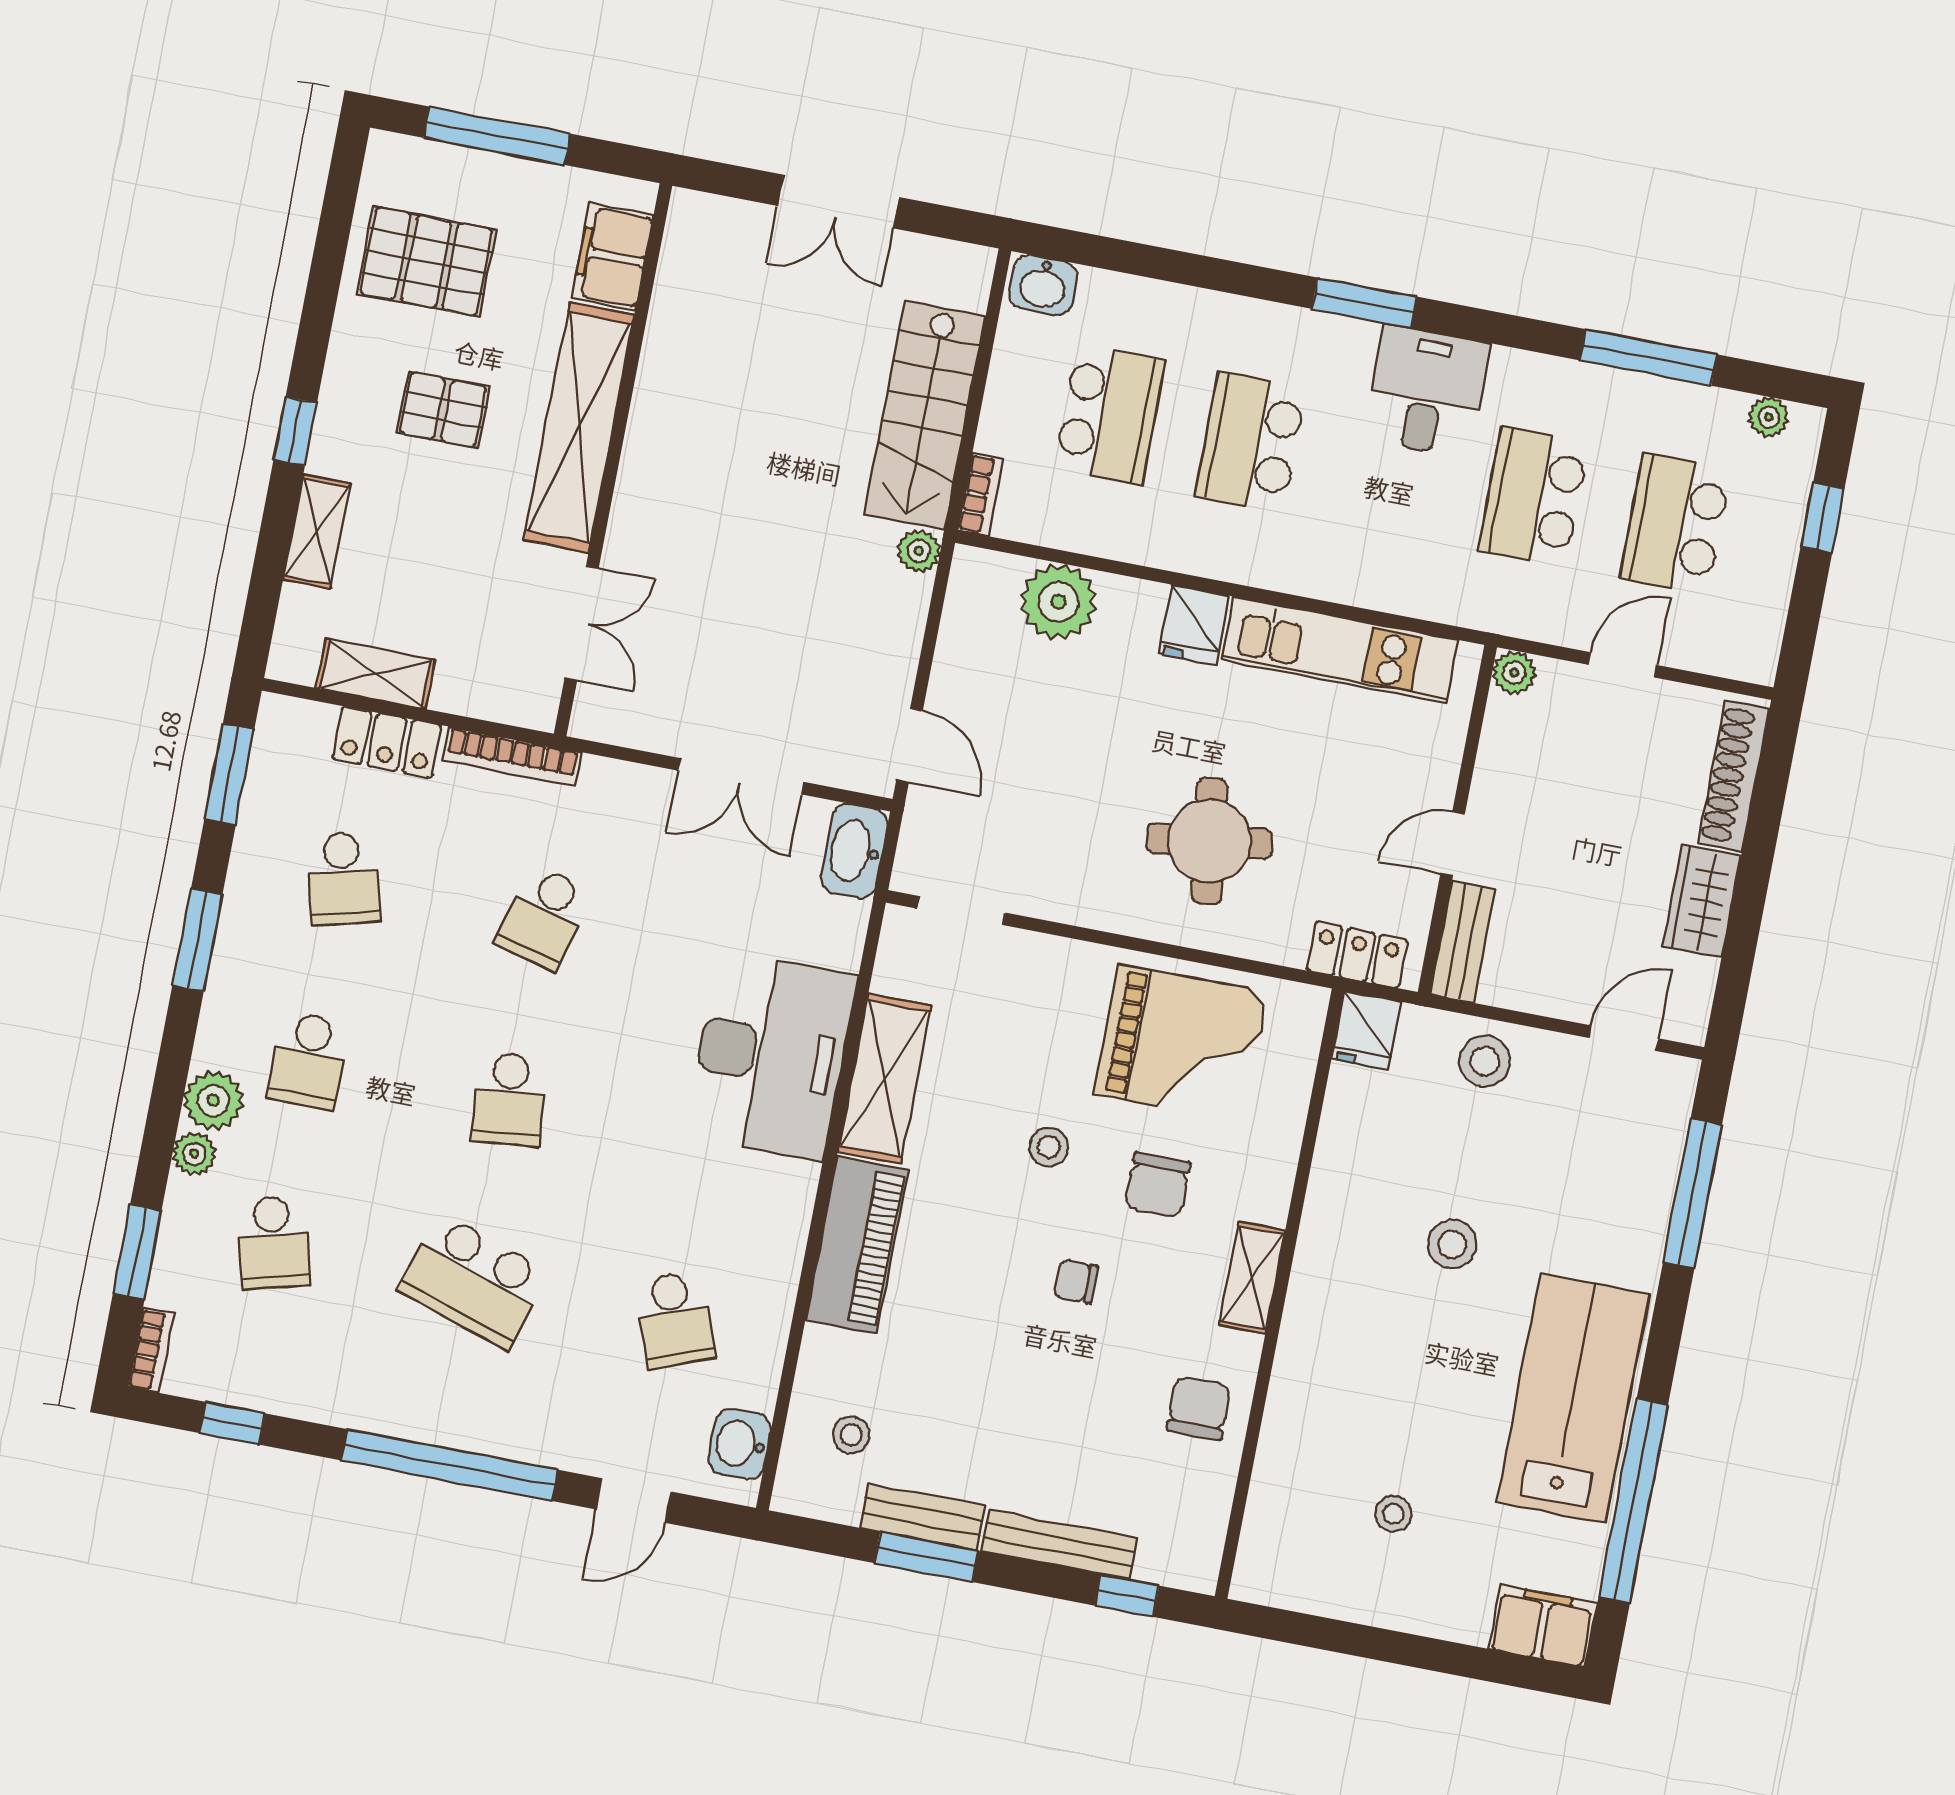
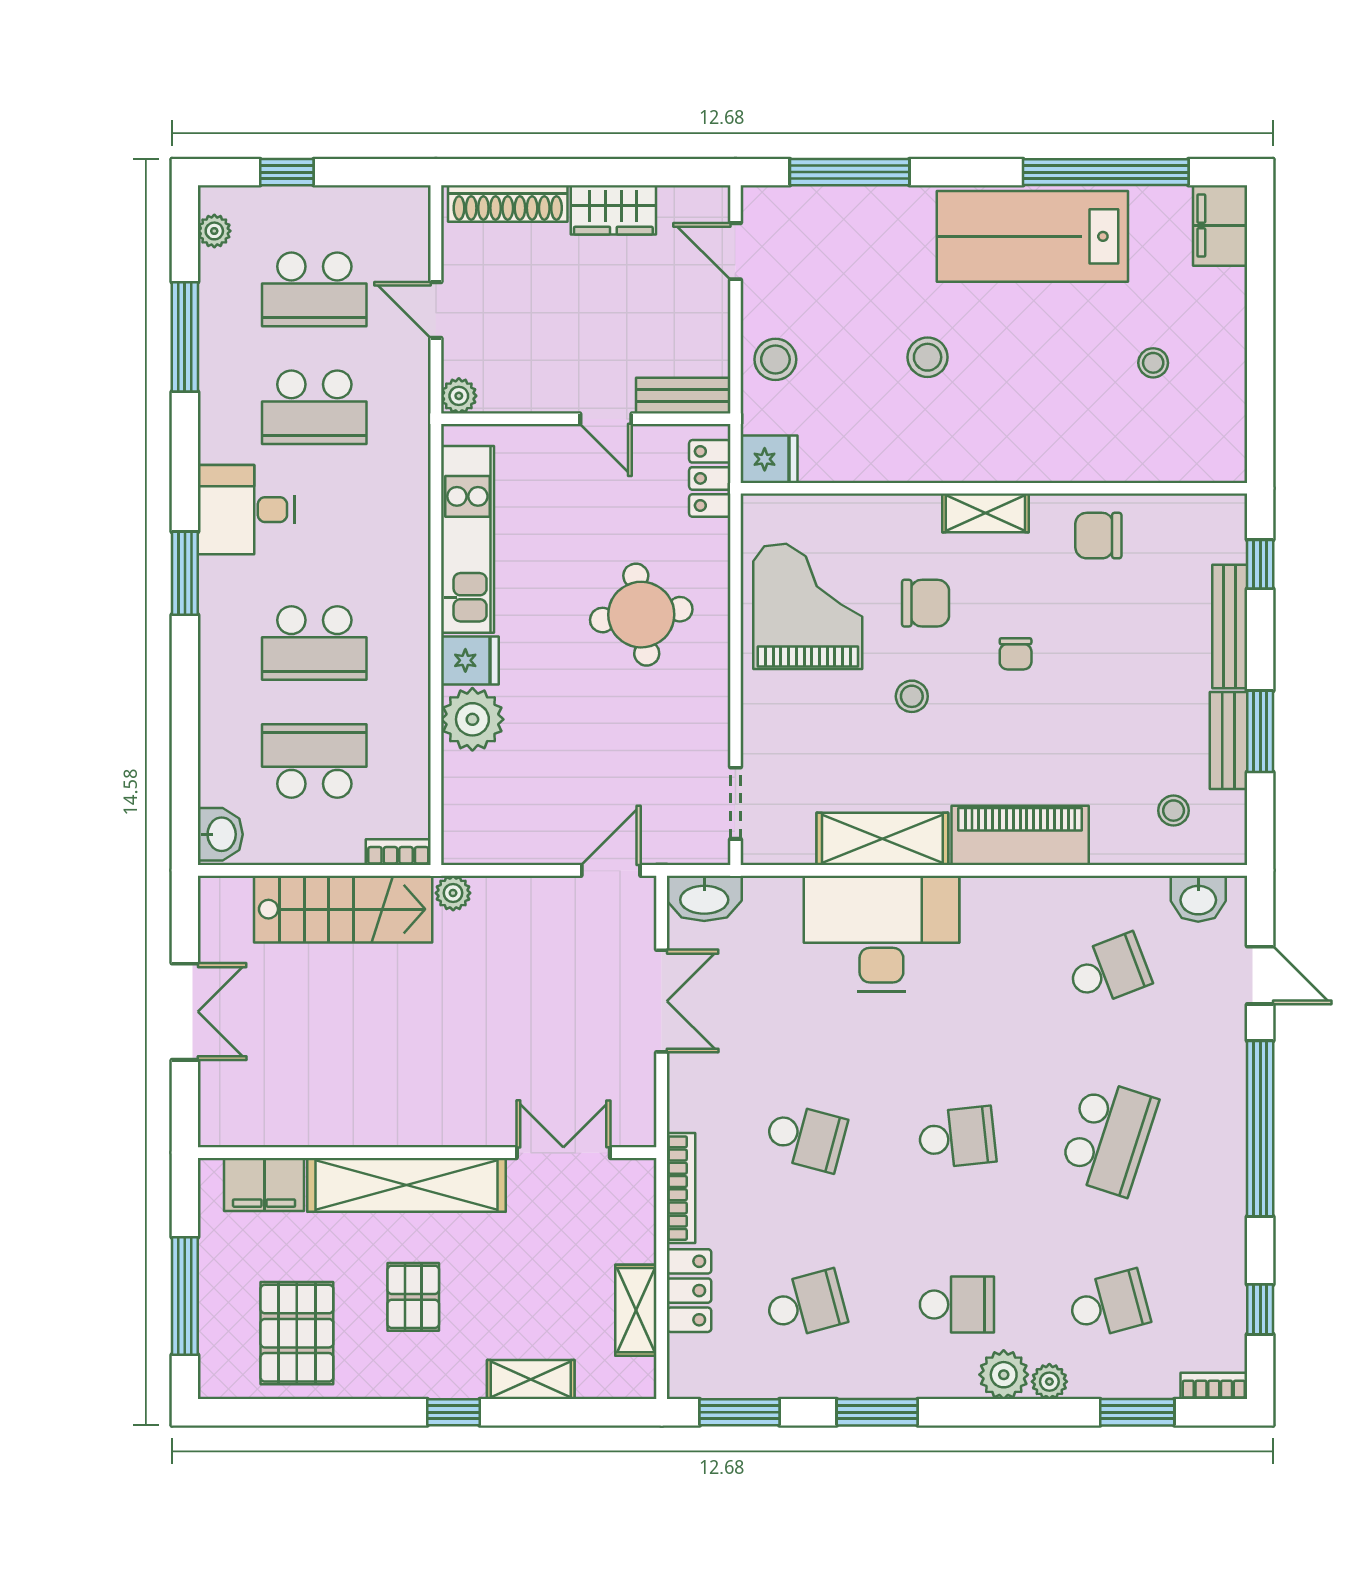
plant: (1058, 602) -> (472, 719), moved

